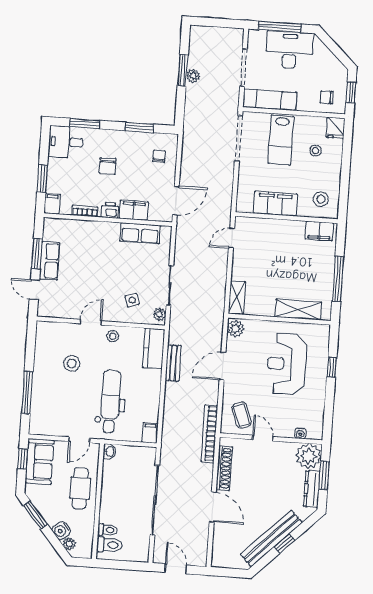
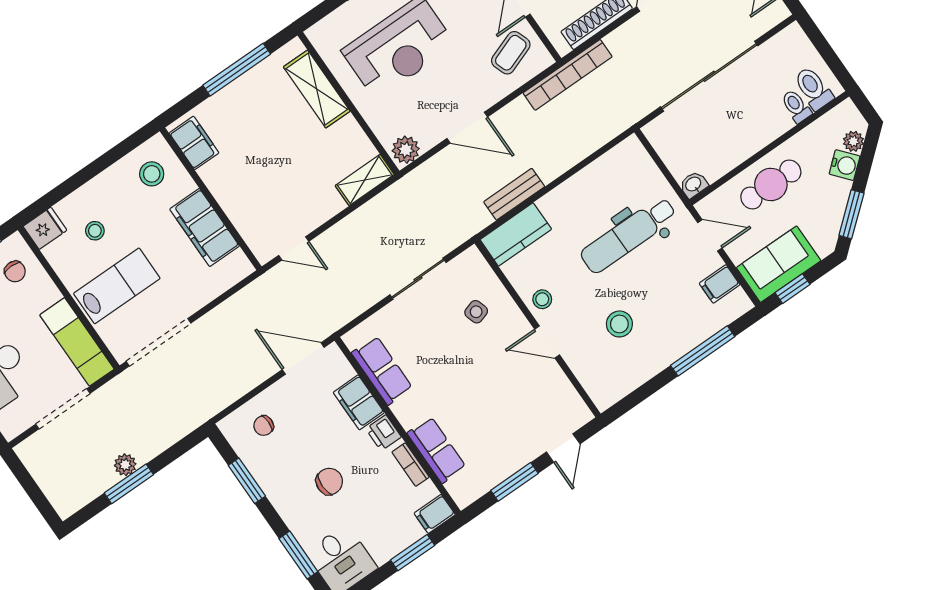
row of seats: (50, 261) -> (437, 450), moved, turned 90
plant: (159, 314) -> (466, 262), removed
filing cabinet: (150, 433) -> (720, 284), moved

